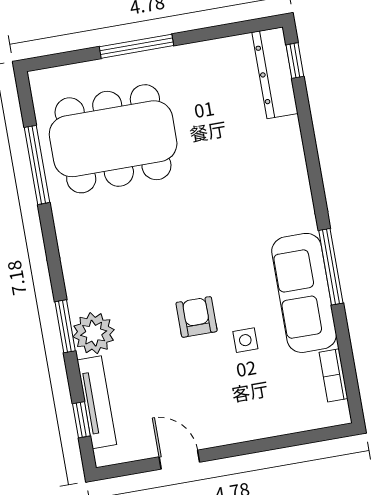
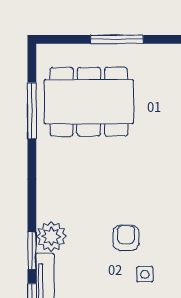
window: (65, 326) -> (32, 251), moved
side table: (245, 340) -> (145, 274), moved

